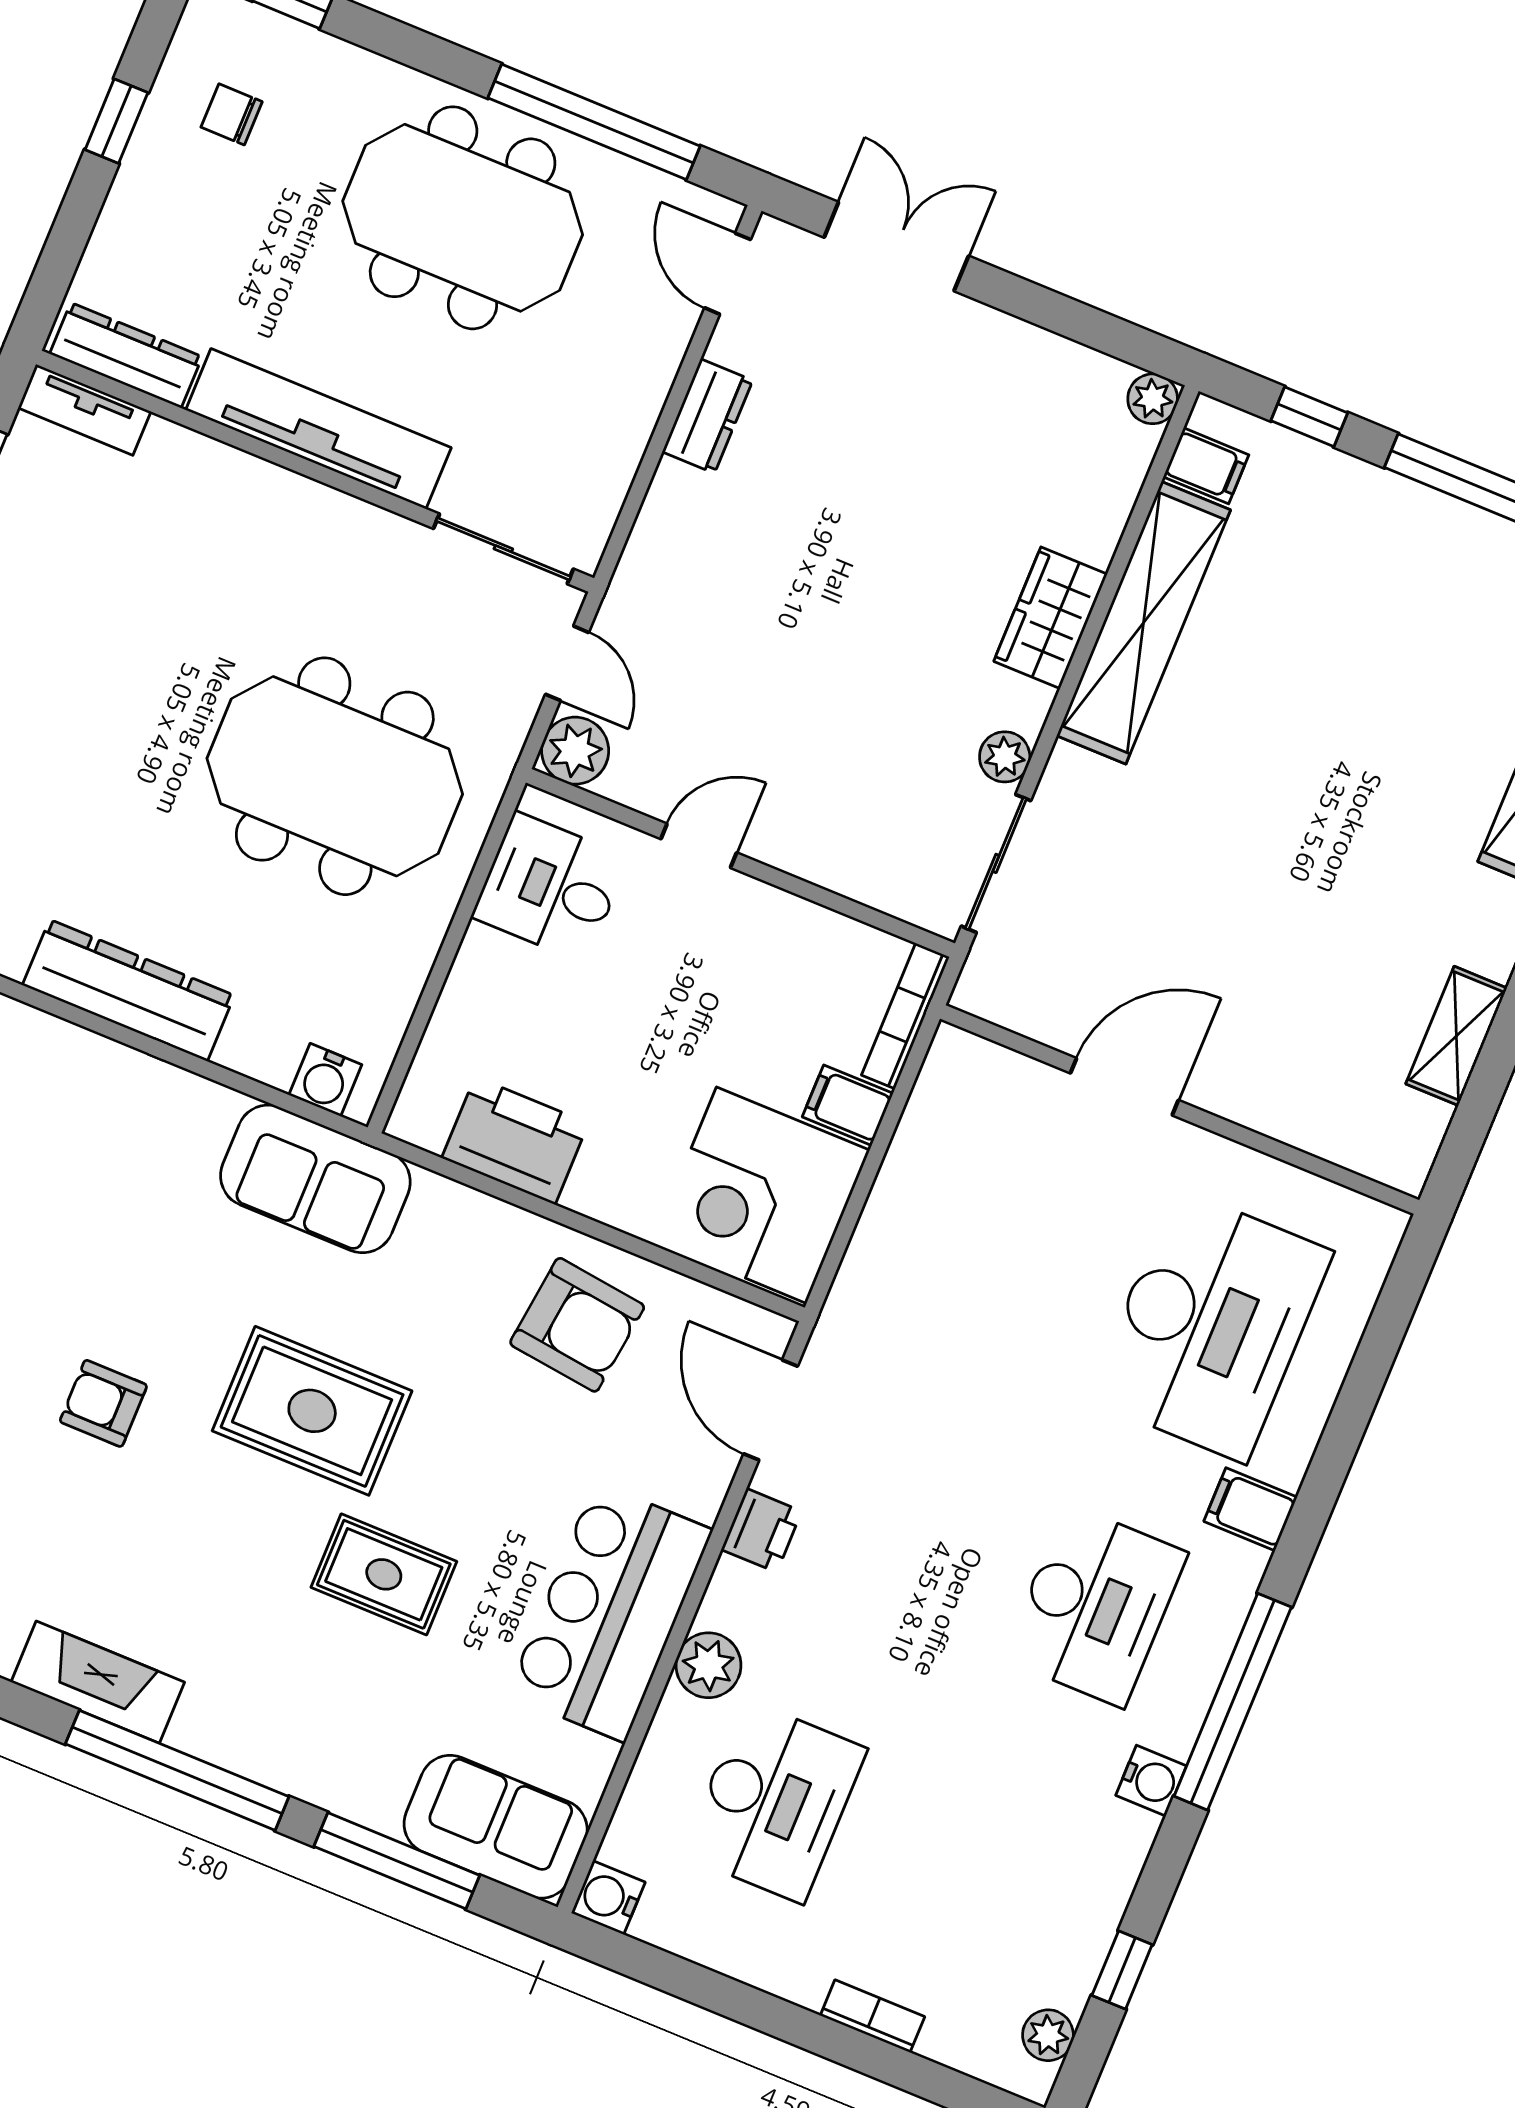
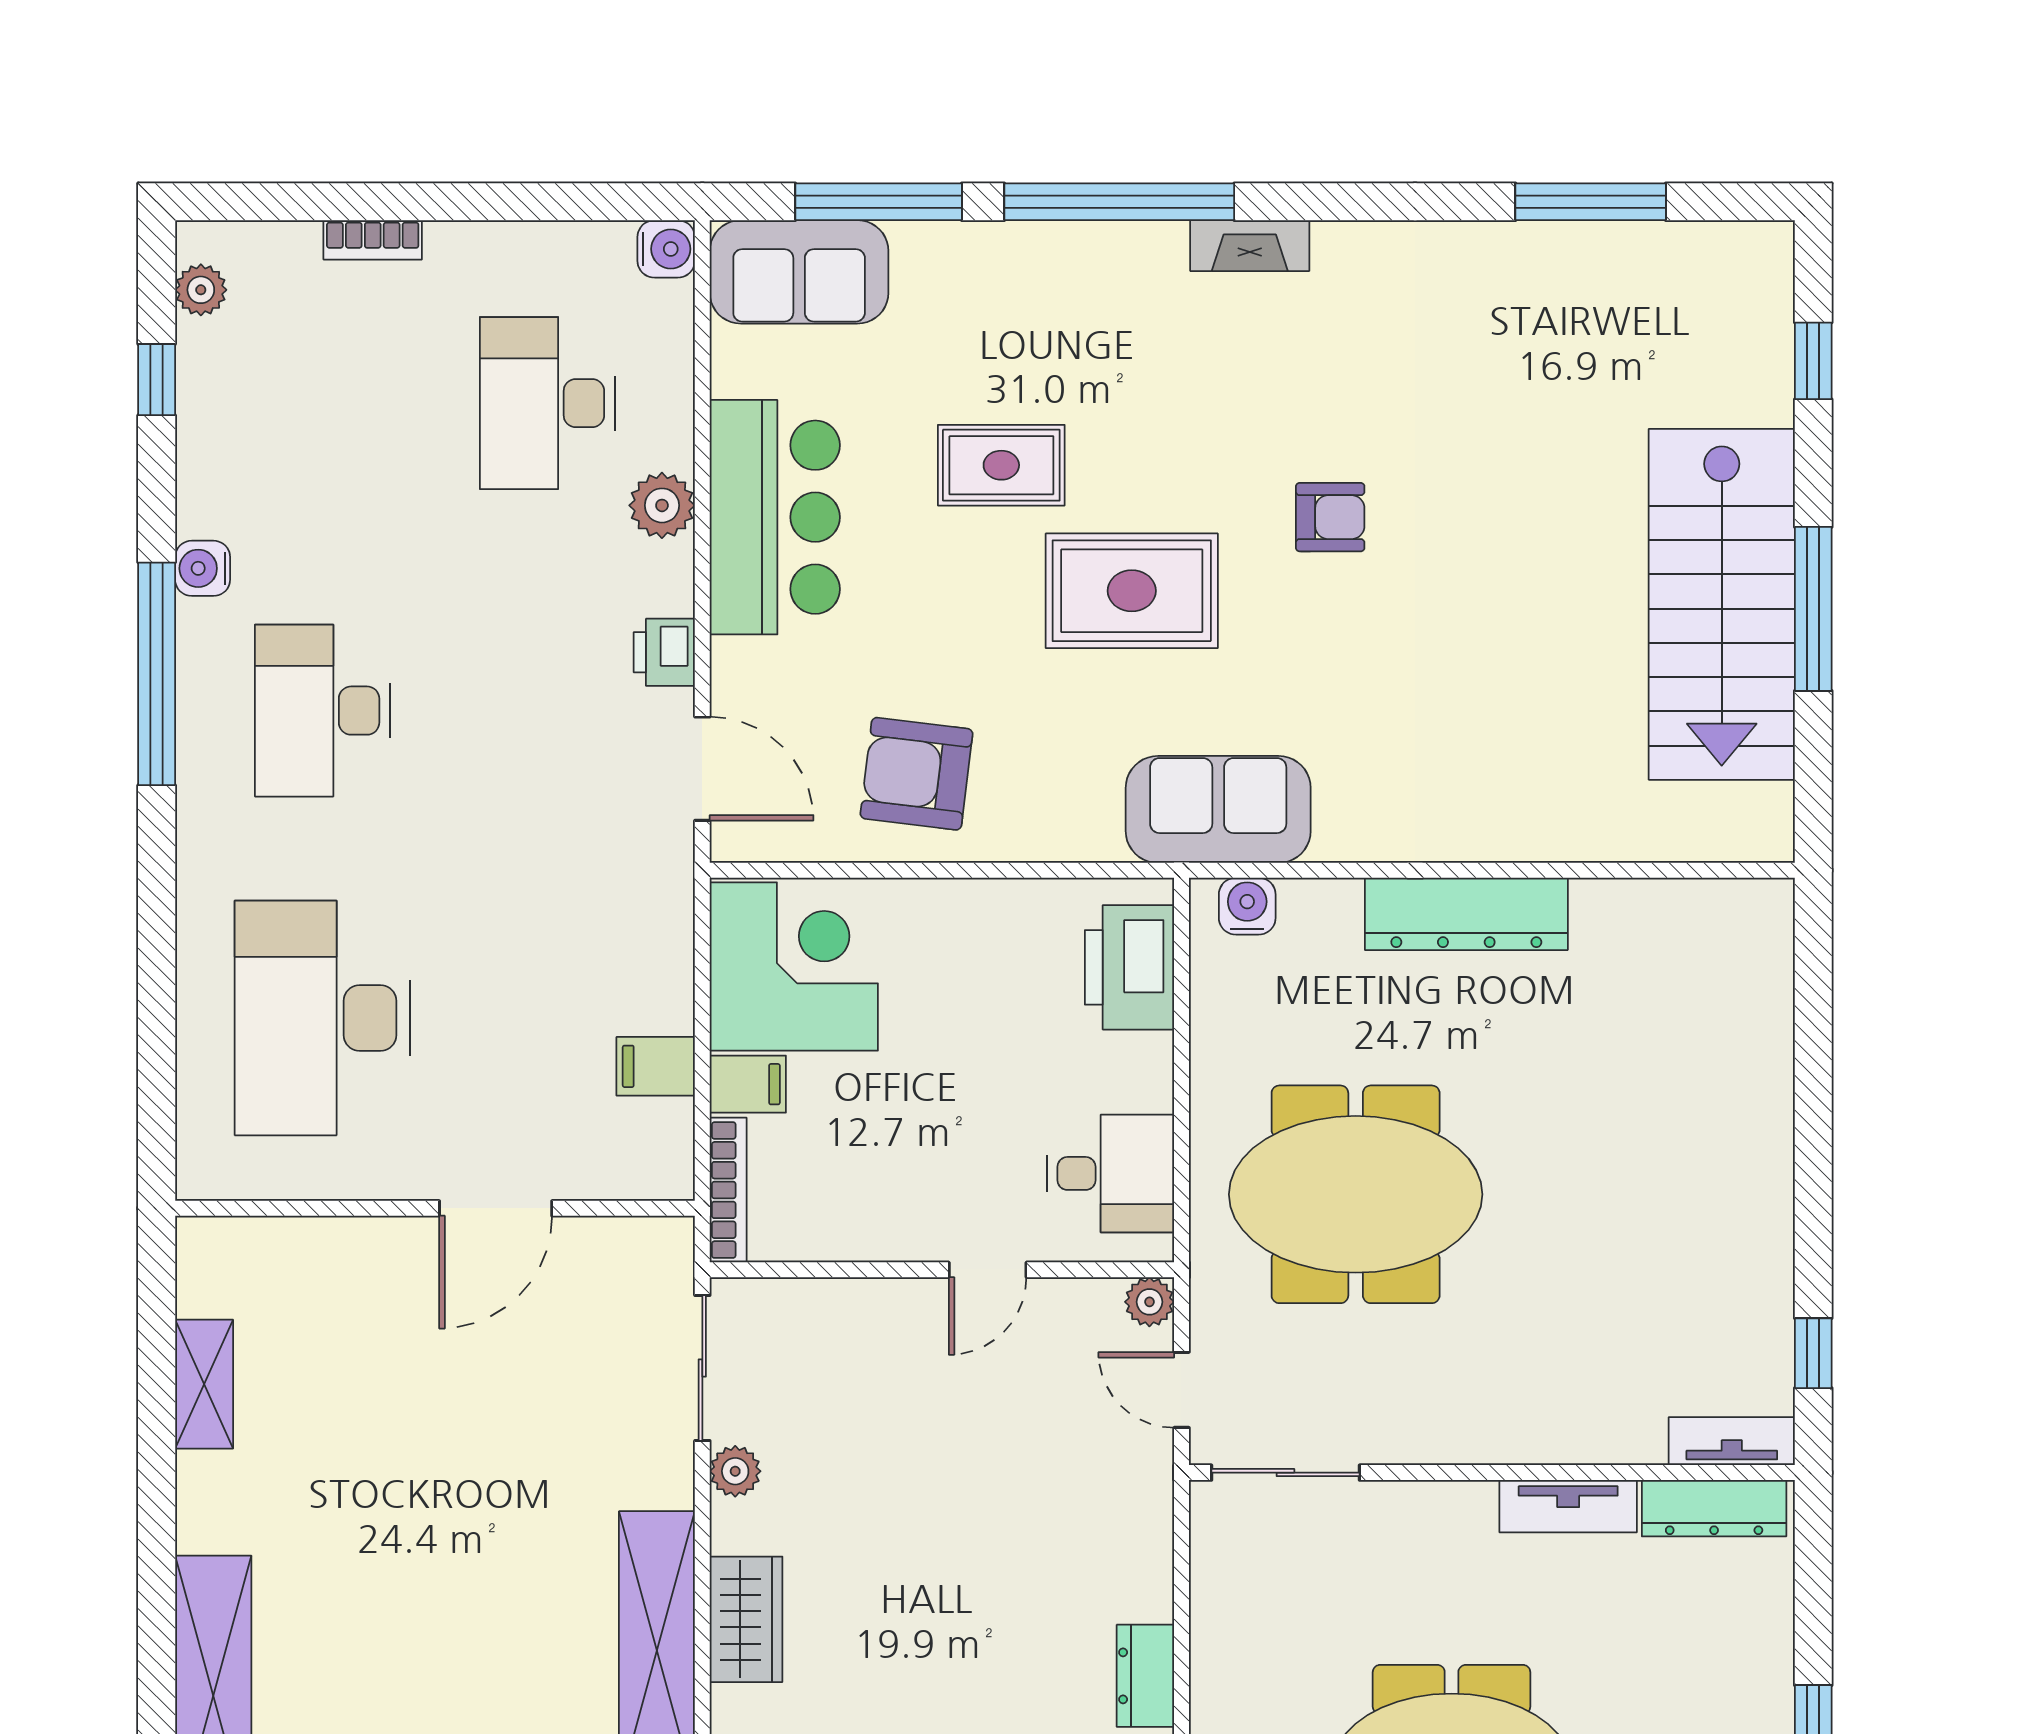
tv unit: (318, 429) -> (1568, 1506), width x0.52, depth x0.78
plant: (575, 751) -> (1149, 1302), width x0.73, depth x0.73
printer: (515, 1141) -> (1129, 967), moved, turned 90
filing cabinet: (1250, 1509) -> (656, 1066), moved, turned 180
fireplace: (98, 1682) -> (1250, 246), width x0.73, depth x0.76

